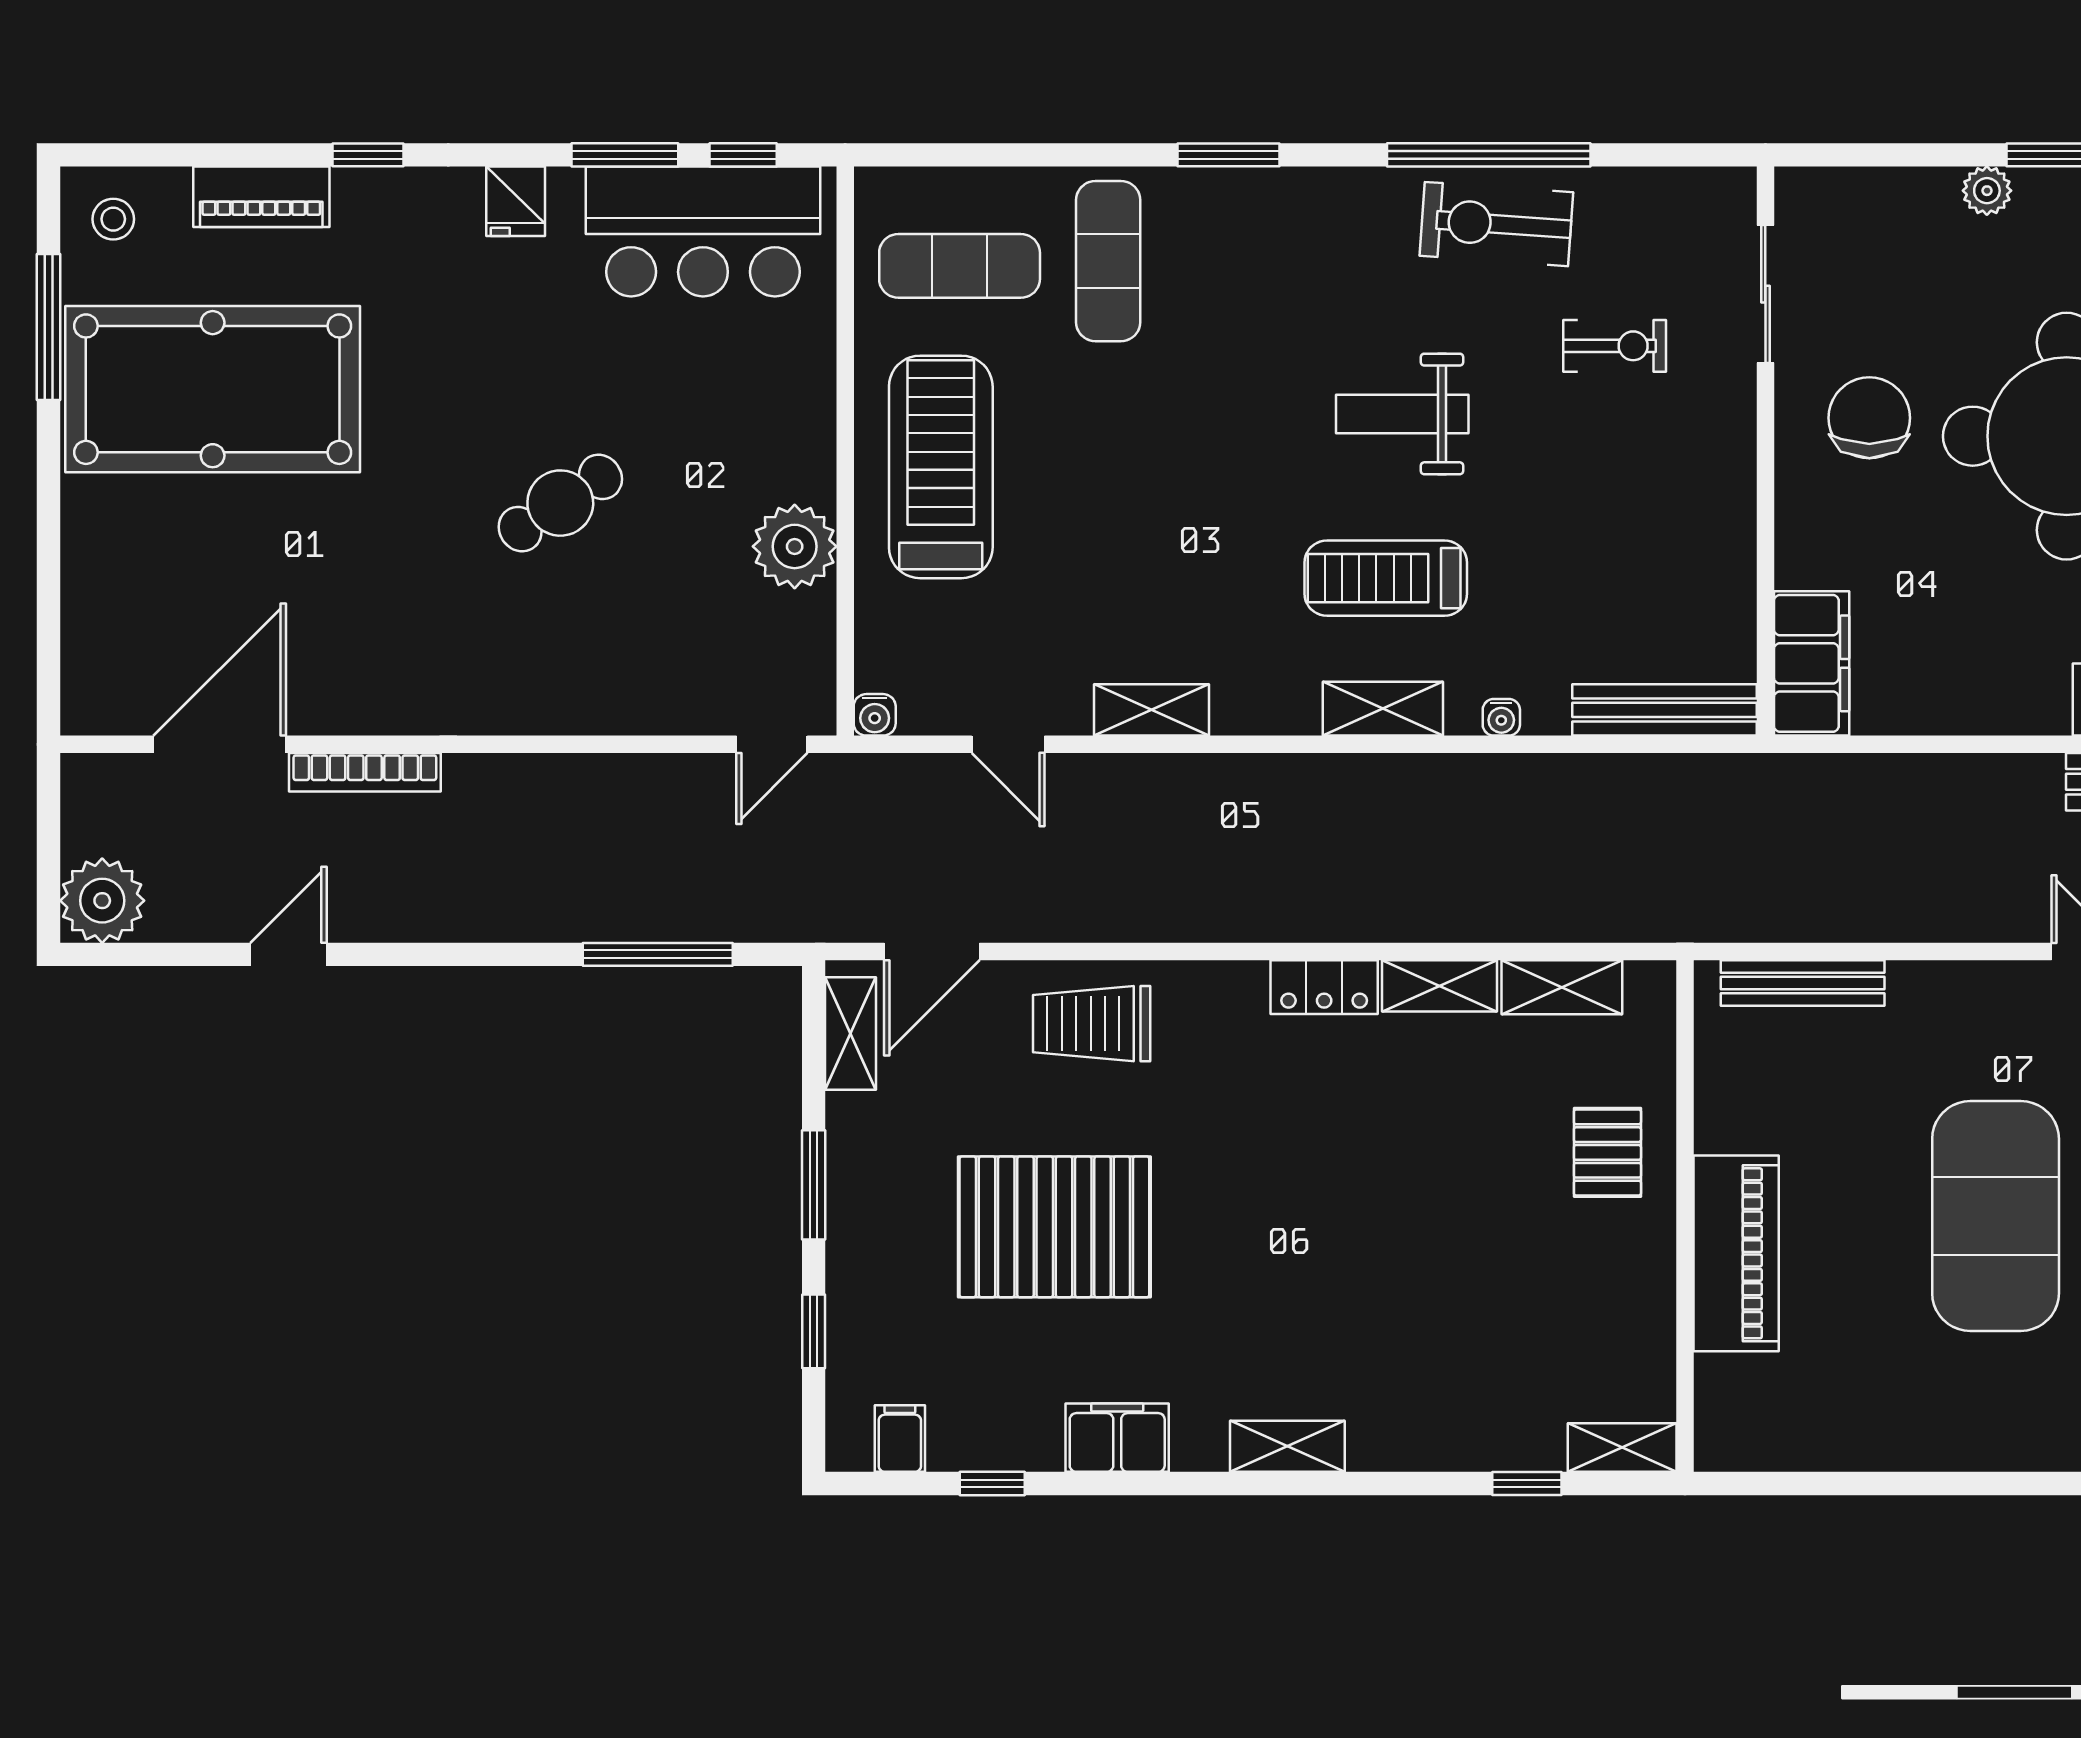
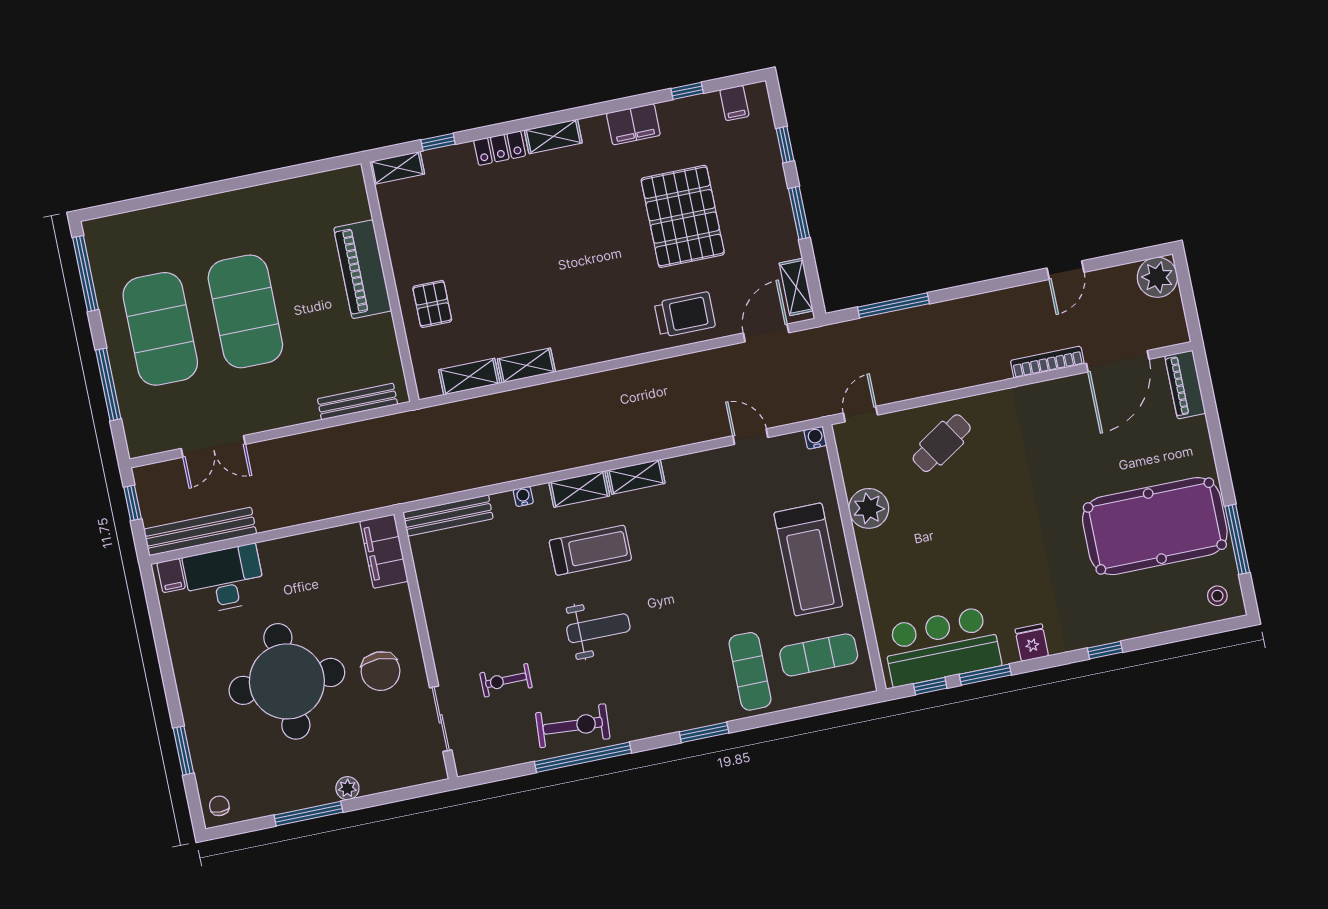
piano: (261, 197) -> (1185, 385), moved, turned -90
cafe table: (560, 503) -> (942, 443), moved
shelving: (1152, 710) -> (636, 477), moved
locker: (1324, 987) -> (500, 148), moved, turned 180
pallet: (1054, 1227) -> (683, 216), turned 90

